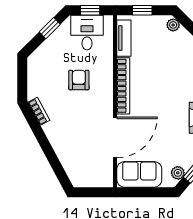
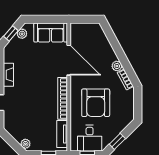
armchair: (79, 80) -> (96, 103), width x1.88, depth x1.88
plant: (50, 129) -> (117, 66), added
door: (115, 137) -> (69, 60), swing flipped

